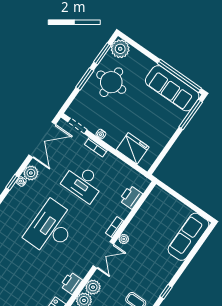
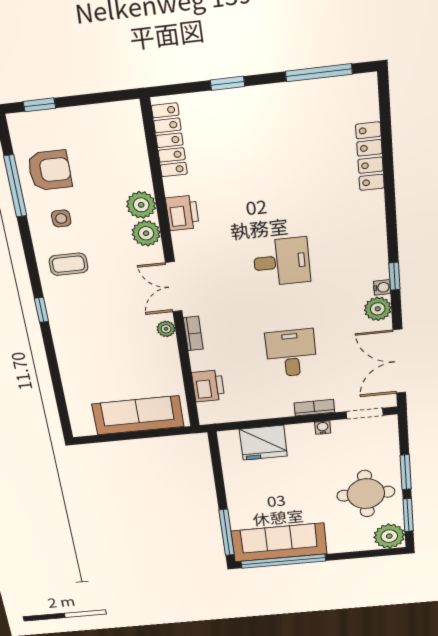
desk: (83, 183) -> (291, 353), width x0.73
desk: (51, 228) -> (282, 262), width x0.53, depth x0.77
sofa: (188, 237) -> (138, 415), moved, turned -90

